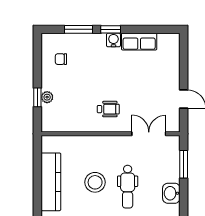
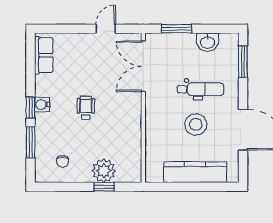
row of seats: (139, 42) -> (44, 55), moved
plant: (47, 97) -> (104, 171), width x1.87, depth x1.87
wheelchair: (108, 109) -> (86, 108), moved
double door: (149, 134) -> (143, 66), width x1.37

